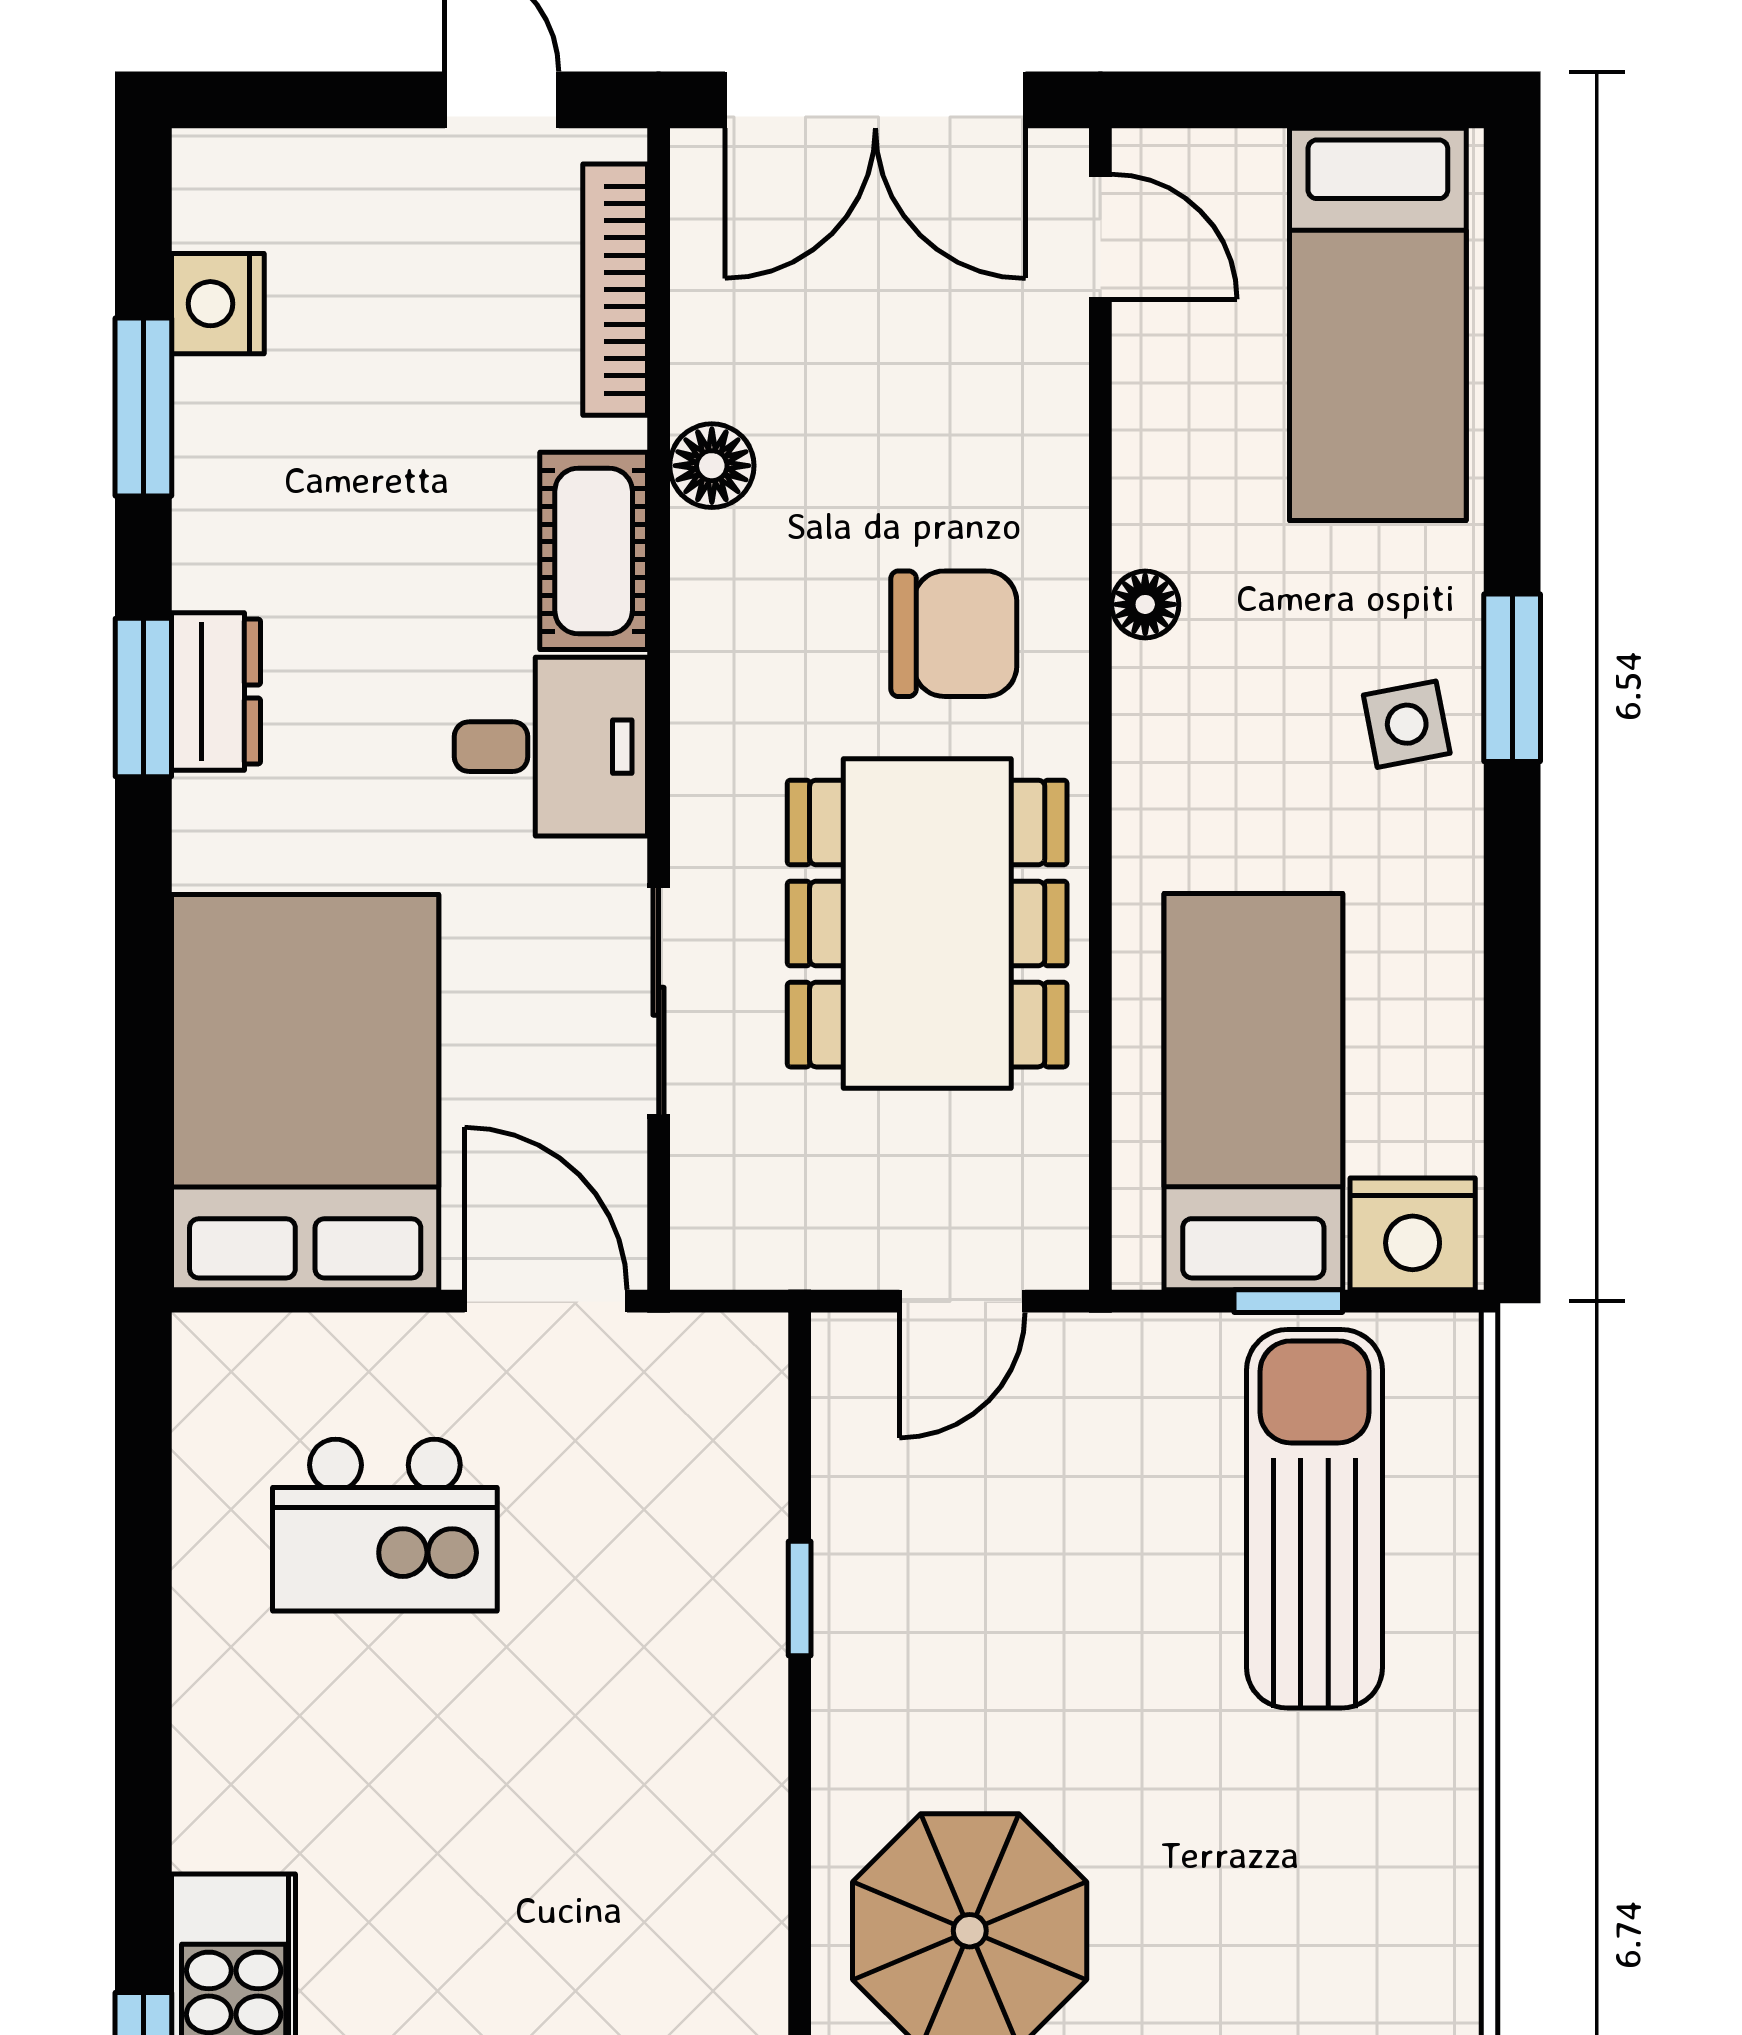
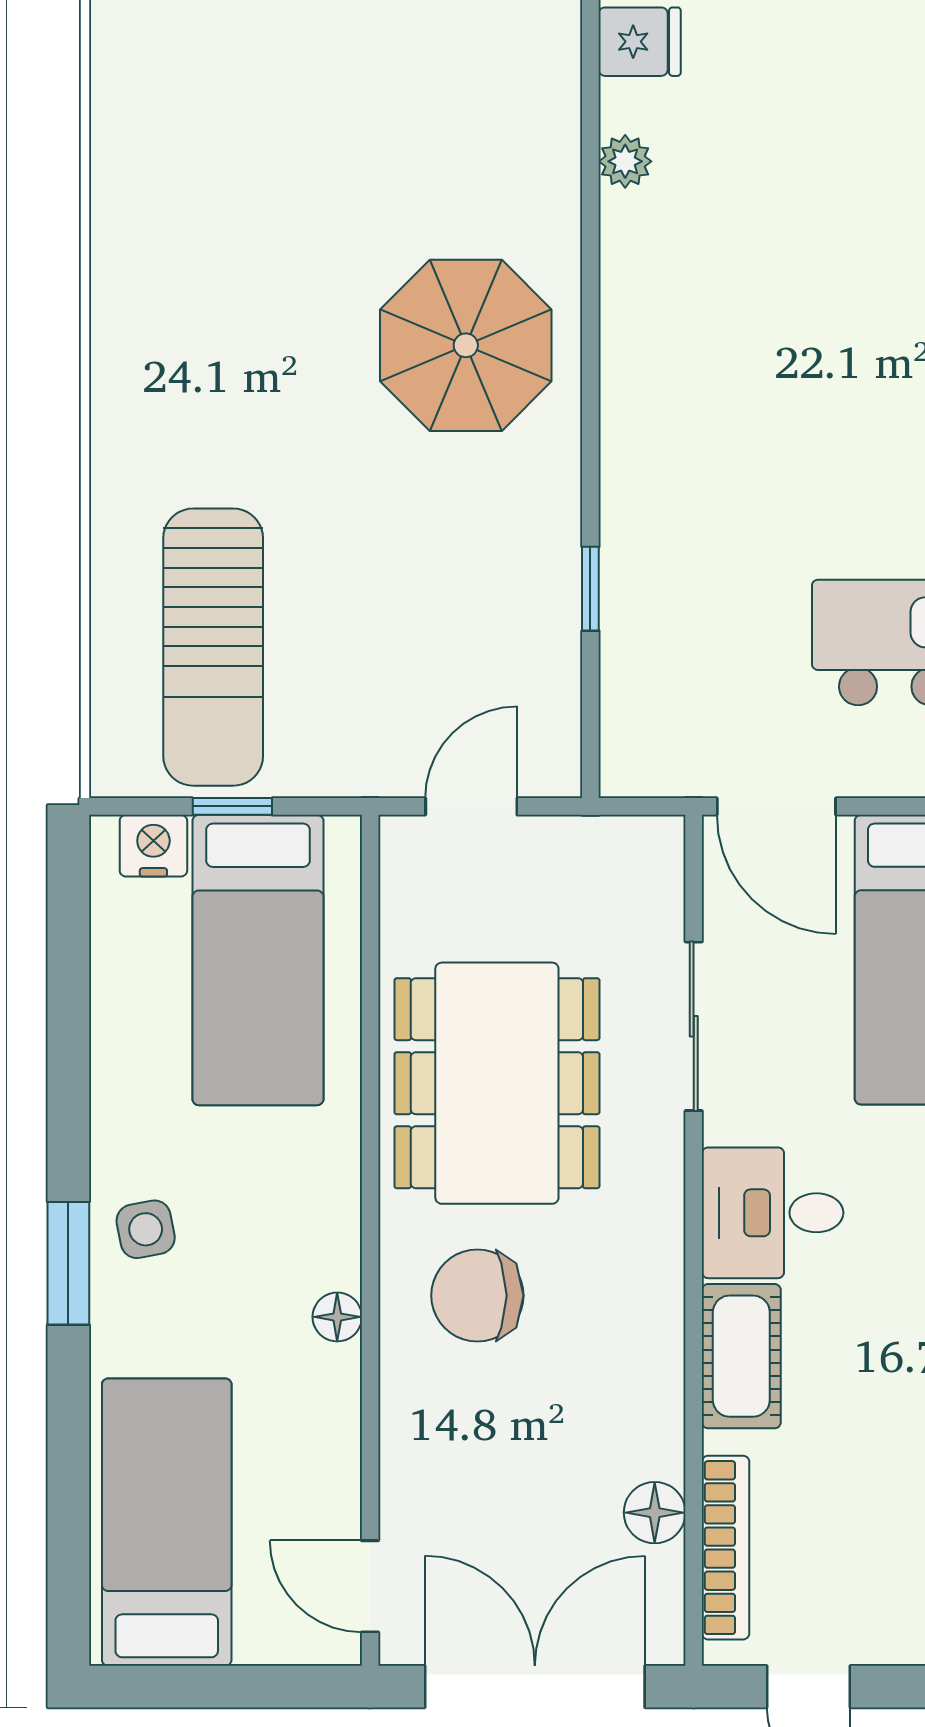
floor lamp: (712, 466) -> (655, 1513), moved
nightstand: (1413, 1234) -> (153, 846), width x0.74, depth x0.75

